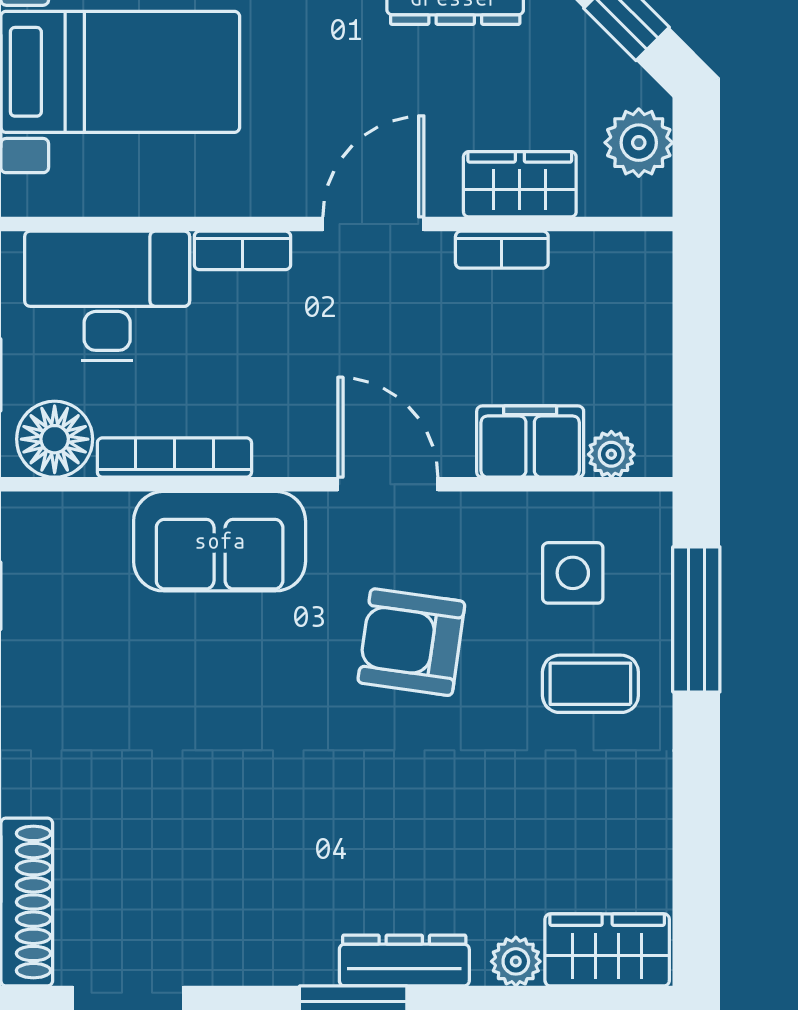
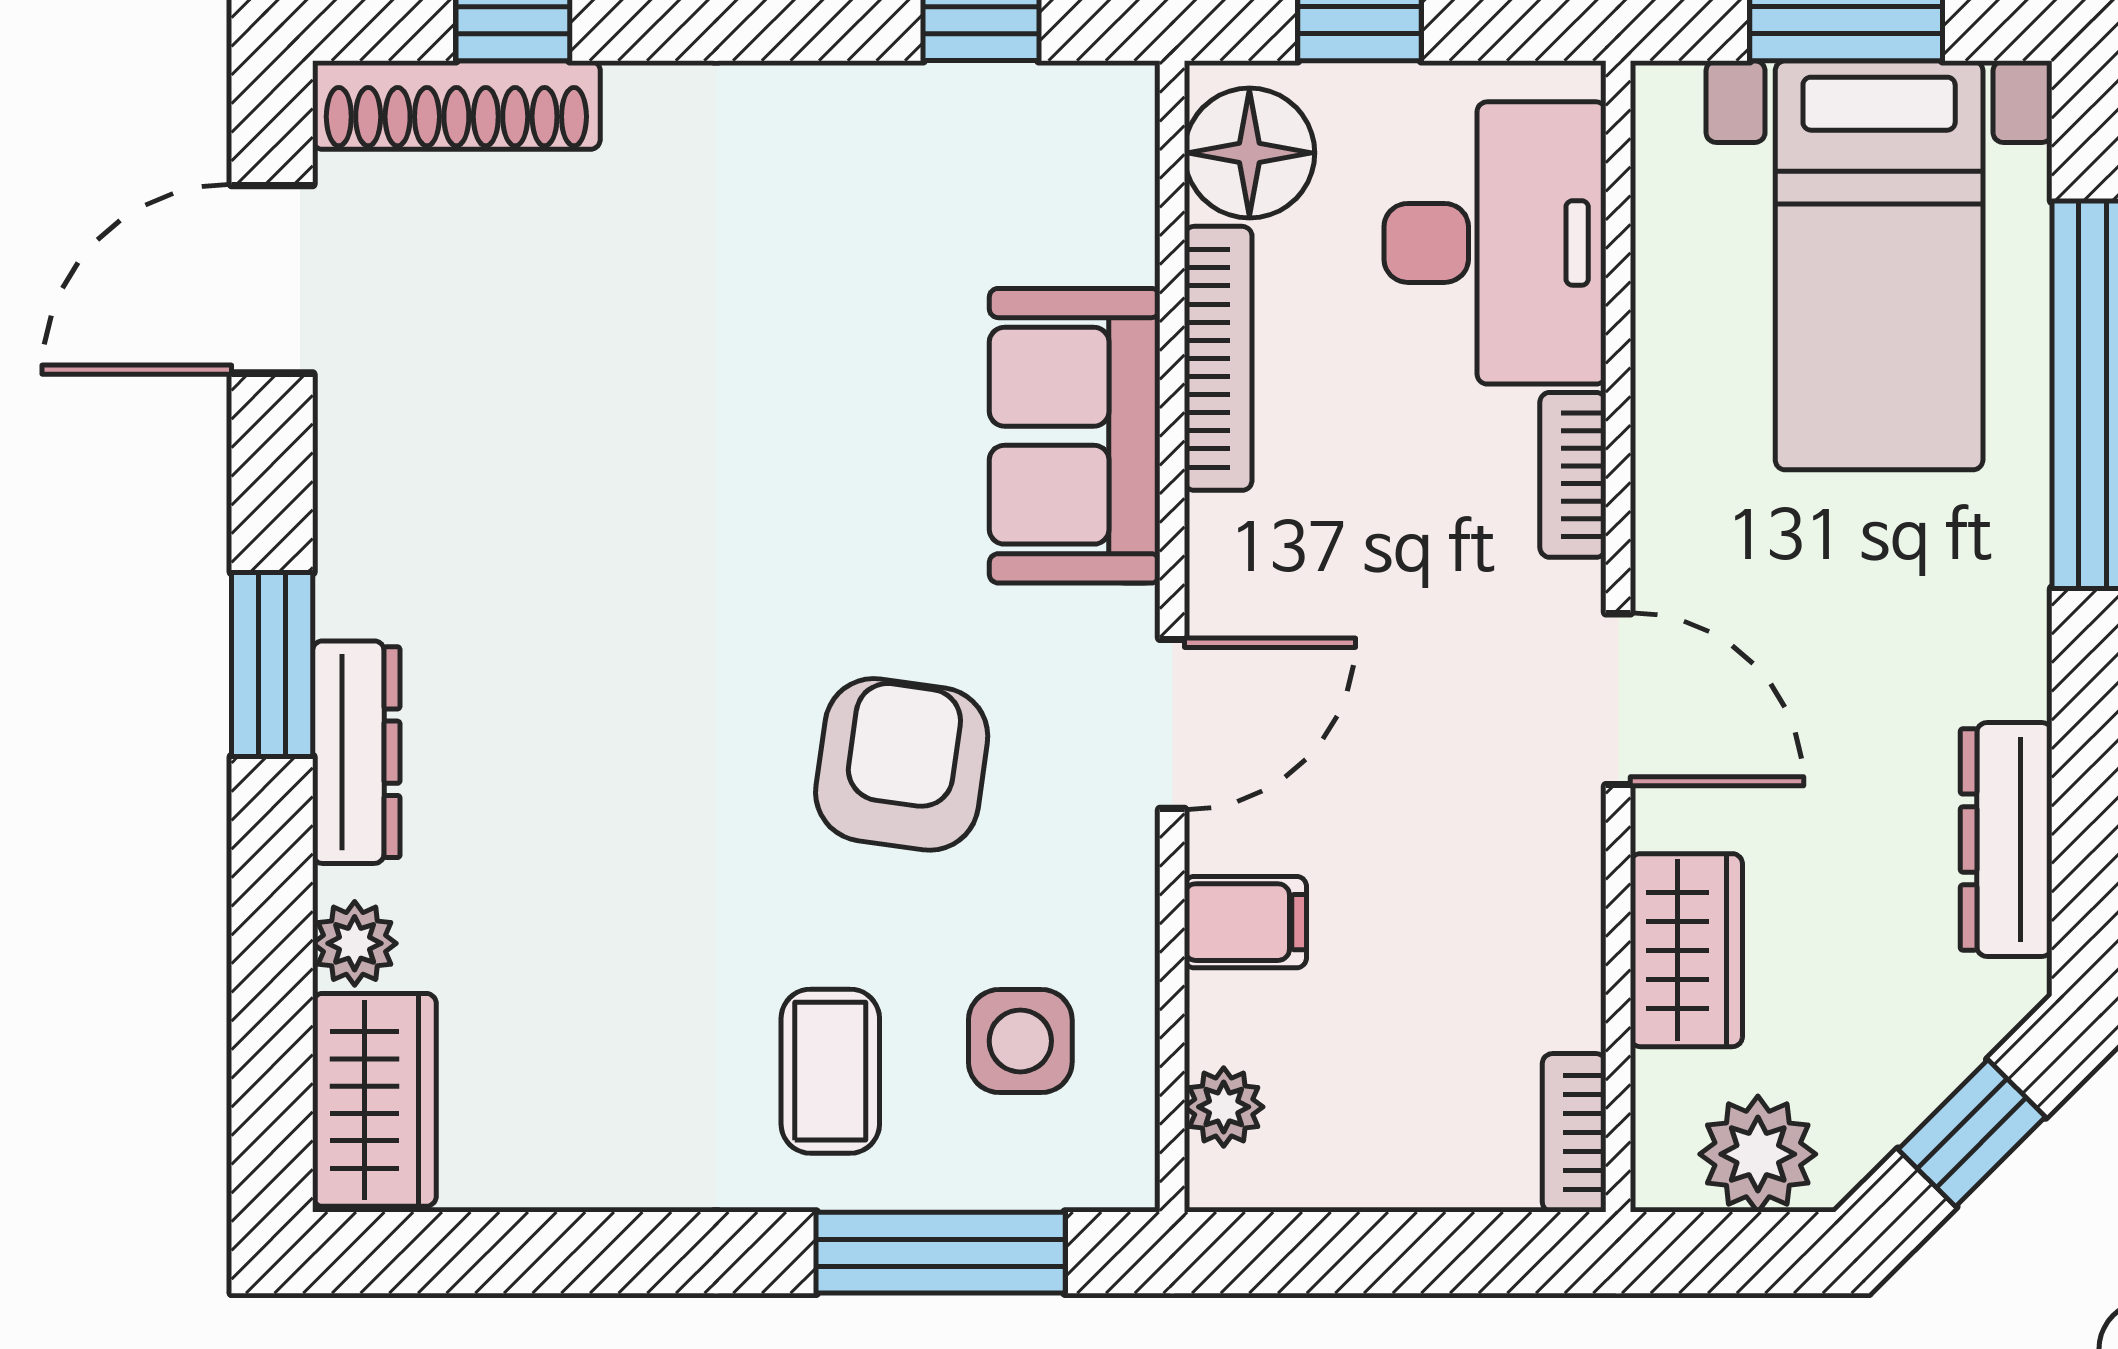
bookcase: (502, 250) -> (1574, 1133), moved
filing cabinet: (530, 442) -> (1245, 922), width x0.50

